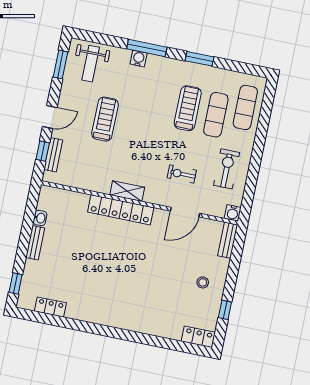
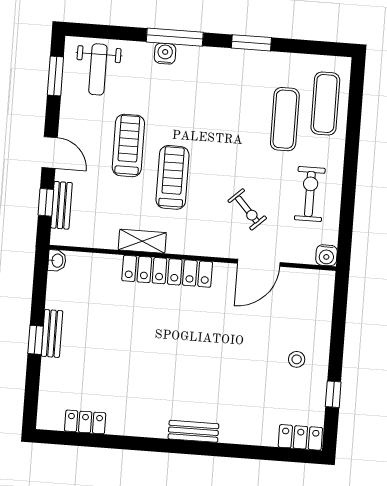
treadmill: (188, 108) -> (173, 177), moved
door: (50, 117) -> (50, 153), hinge flipped
exercise bike: (182, 174) -> (247, 209), turned -133
shelving: (127, 191) -> (142, 241), moved
washbasin: (40, 218) -> (57, 261), moved
bench: (228, 240) -> (193, 431), moved, turned 90
window: (16, 284) -> (36, 340), moved

